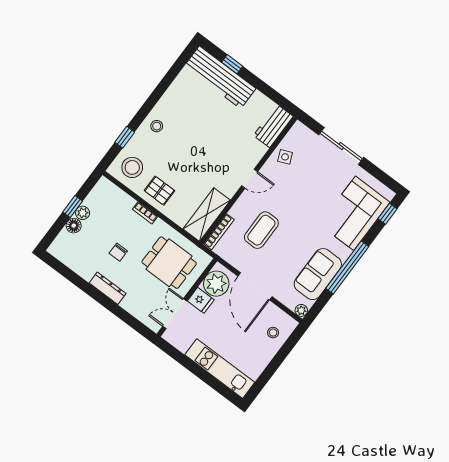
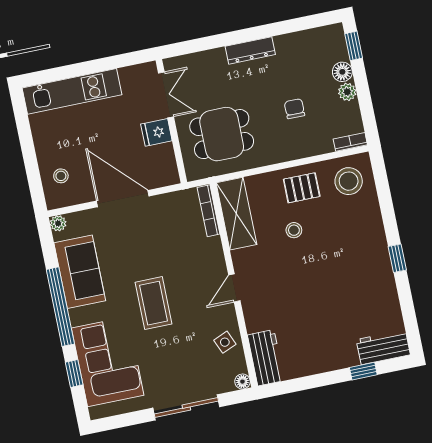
workbench: (220, 77) -> (383, 347), width x0.53, depth x0.76
stool: (157, 126) -> (294, 230), moved
floor lamp: (298, 127) -> (242, 382), added
window: (125, 137) -> (397, 258), moved
window: (73, 206) -> (354, 46), moved
bookcase: (145, 213) -> (350, 142), moved
window: (388, 214) -> (74, 373), moved
coffee table: (261, 230) -> (154, 303), moved
chair: (118, 252) -> (294, 109), moved
plant: (216, 284) -> (159, 162), removed

